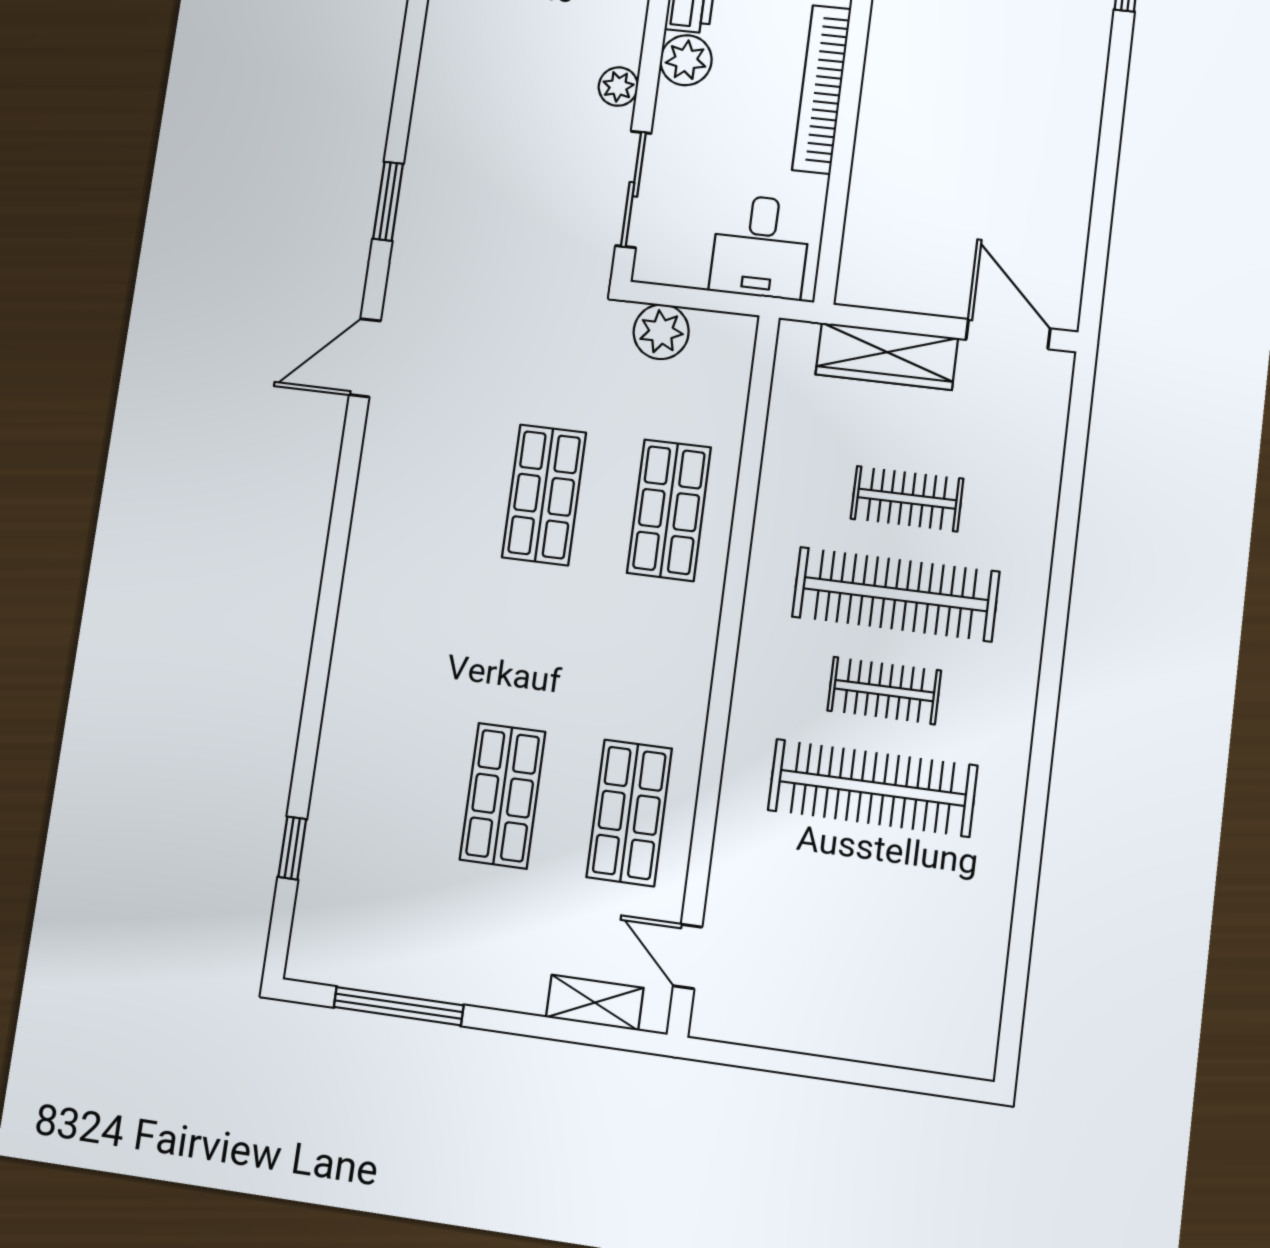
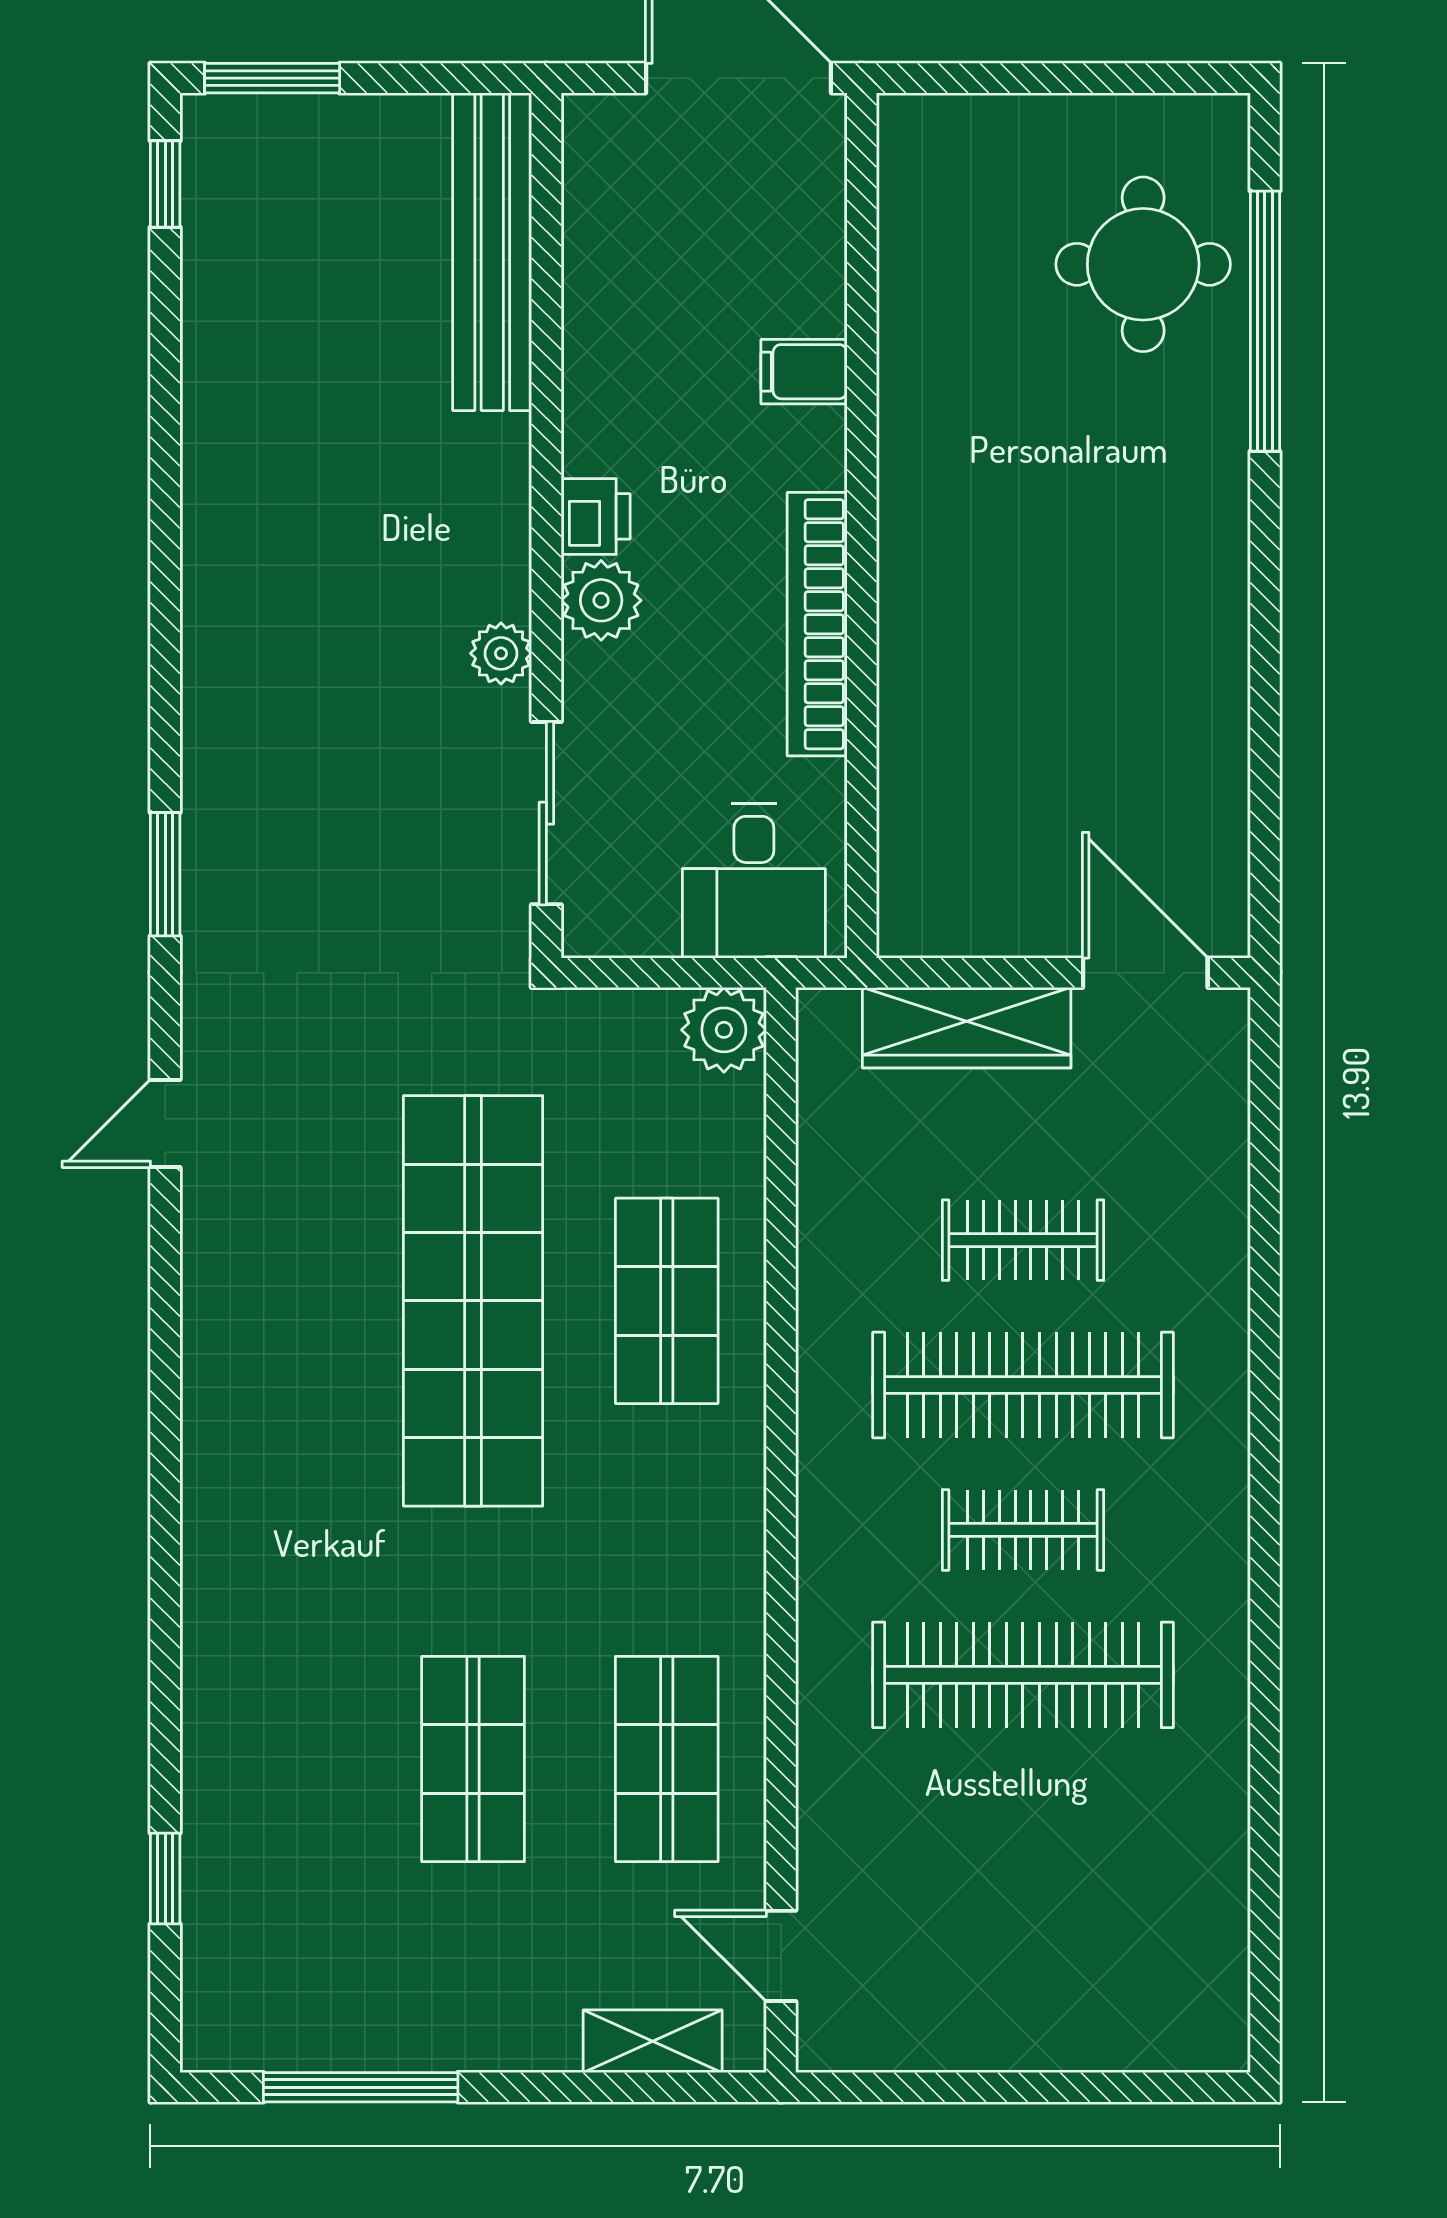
plant: (661, 332) -> (724, 1030), moved
door: (365, 358) -> (165, 1123), width x0.73
shop shelf: (544, 495) -> (473, 1301), width x2.00, depth x1.36

